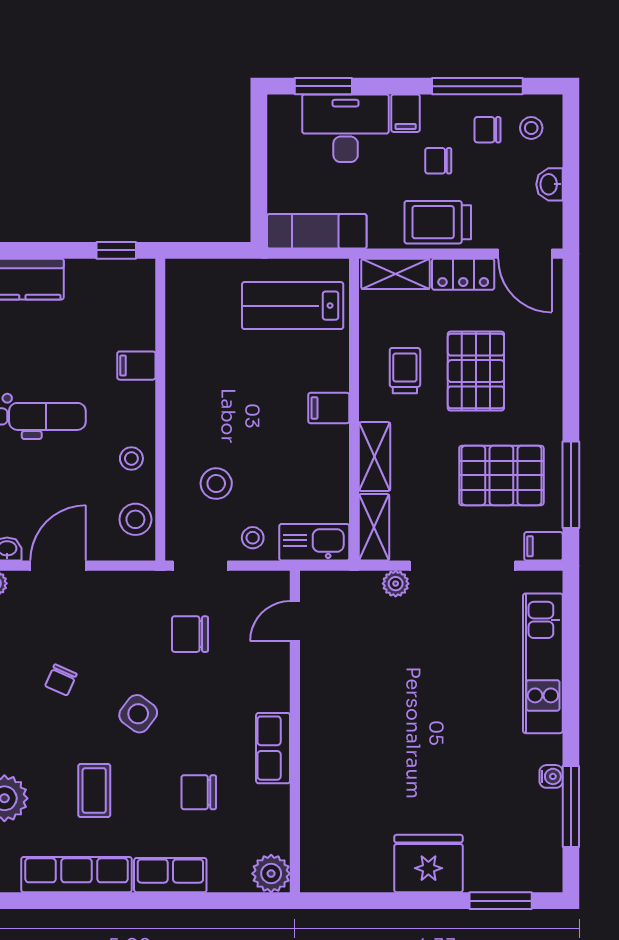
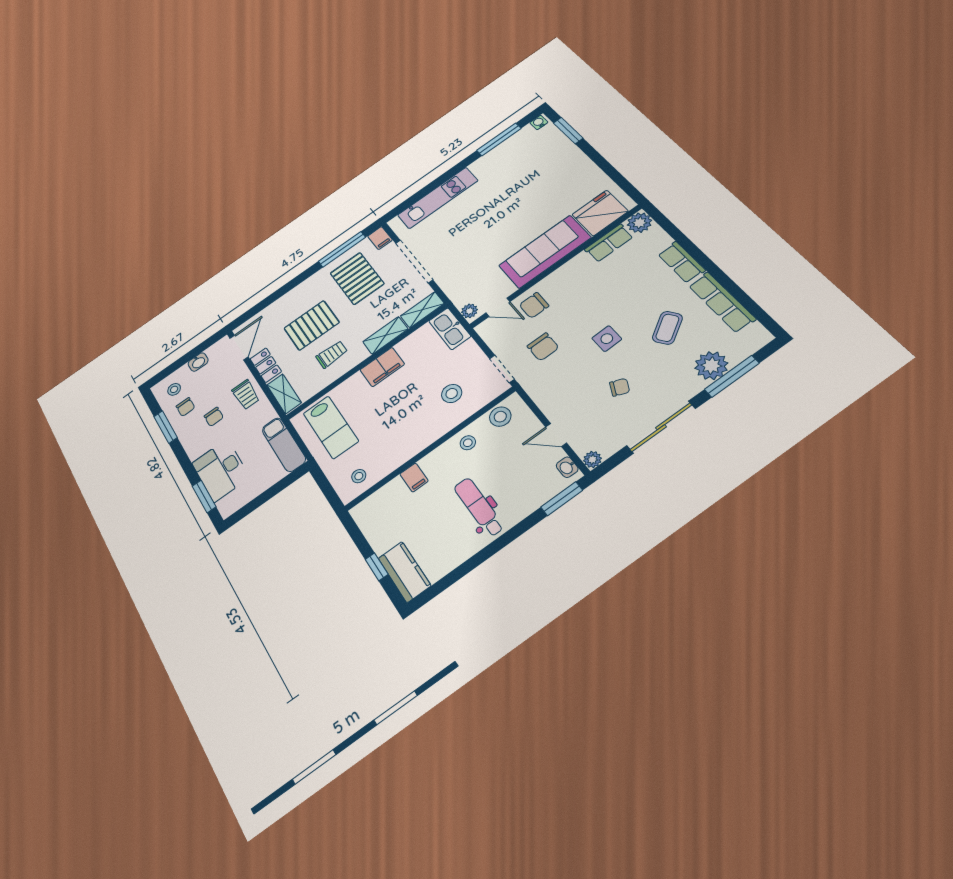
window: (477, 86) -> (166, 427), width x0.69
filing cabinet: (406, 113) -> (197, 449), removed
trolley: (438, 222) -> (246, 395), width x0.73, depth x0.72
window: (116, 250) -> (377, 567), moved
trolley: (405, 371) -> (332, 354), turned 180
filing cabinet: (329, 408) -> (382, 367), width x2.00
stool: (253, 538) -> (359, 476), moved
door: (58, 566) -> (556, 435), width x0.73
plant: (396, 584) -> (469, 311), moved
side table: (138, 714) -> (607, 339), turned -38
sofa: (329, 734) -> (545, 252), added
row of seats: (273, 748) -> (609, 243), moved
water cooler: (551, 776) -> (539, 122), moved
coffee table: (94, 790) -> (667, 328), turned -34
chair: (199, 792) -> (534, 305), moved, turned 90
fridge: (428, 864) -> (600, 213), moved, turned 90

